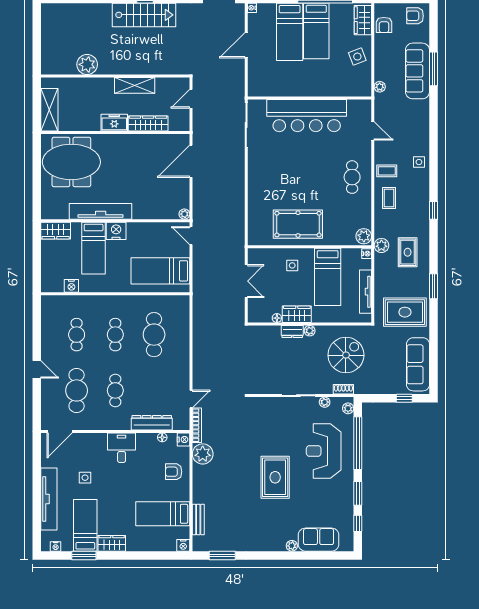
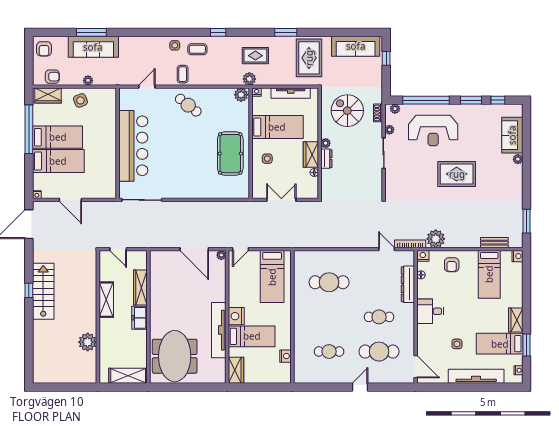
plant: (380, 87) -> (88, 80), moved
door: (191, 161) -> (194, 249), moved
cafe table: (352, 177) -> (188, 105), turned 38
coffee table: (389, 198) -> (197, 49), moved
cafe table: (115, 335) -> (329, 317), removed

